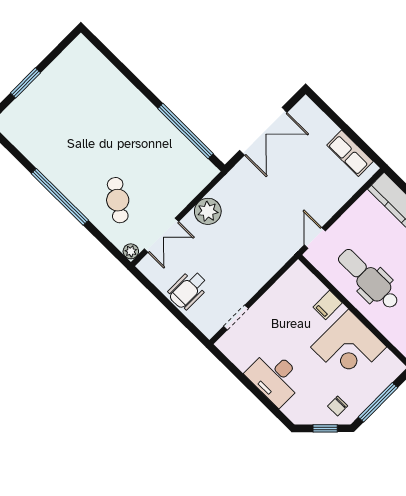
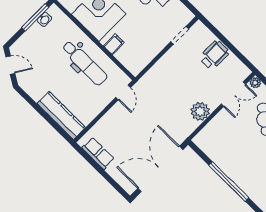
window: (186, 131) -> (229, 182), moved
double door: (263, 131) -> (160, 169), width x1.36
double door: (161, 235) -> (233, 94), swing flipped

